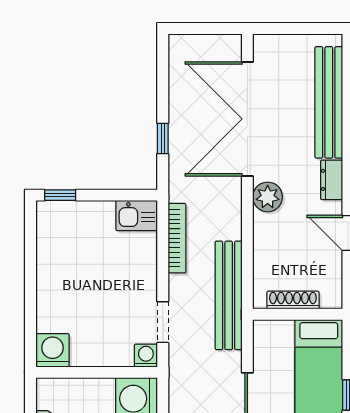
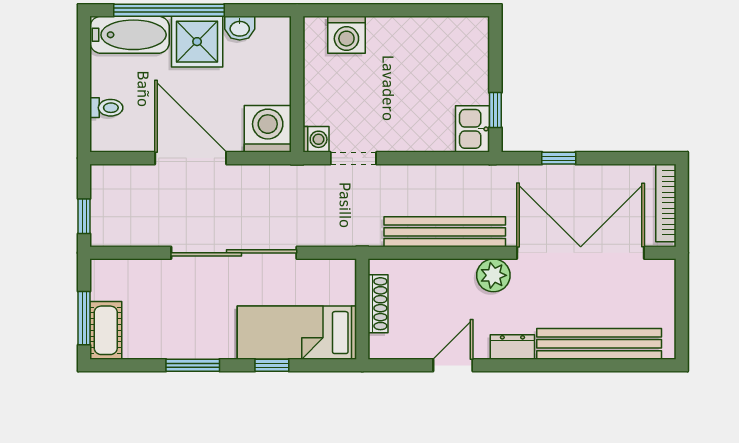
window: (60, 195) -> (495, 110), moved
bookcase: (177, 238) -> (666, 203), moved, turned 90
bench: (229, 295) -> (445, 232), moved
washing machine: (53, 350) -> (346, 35), moved, turned 90

